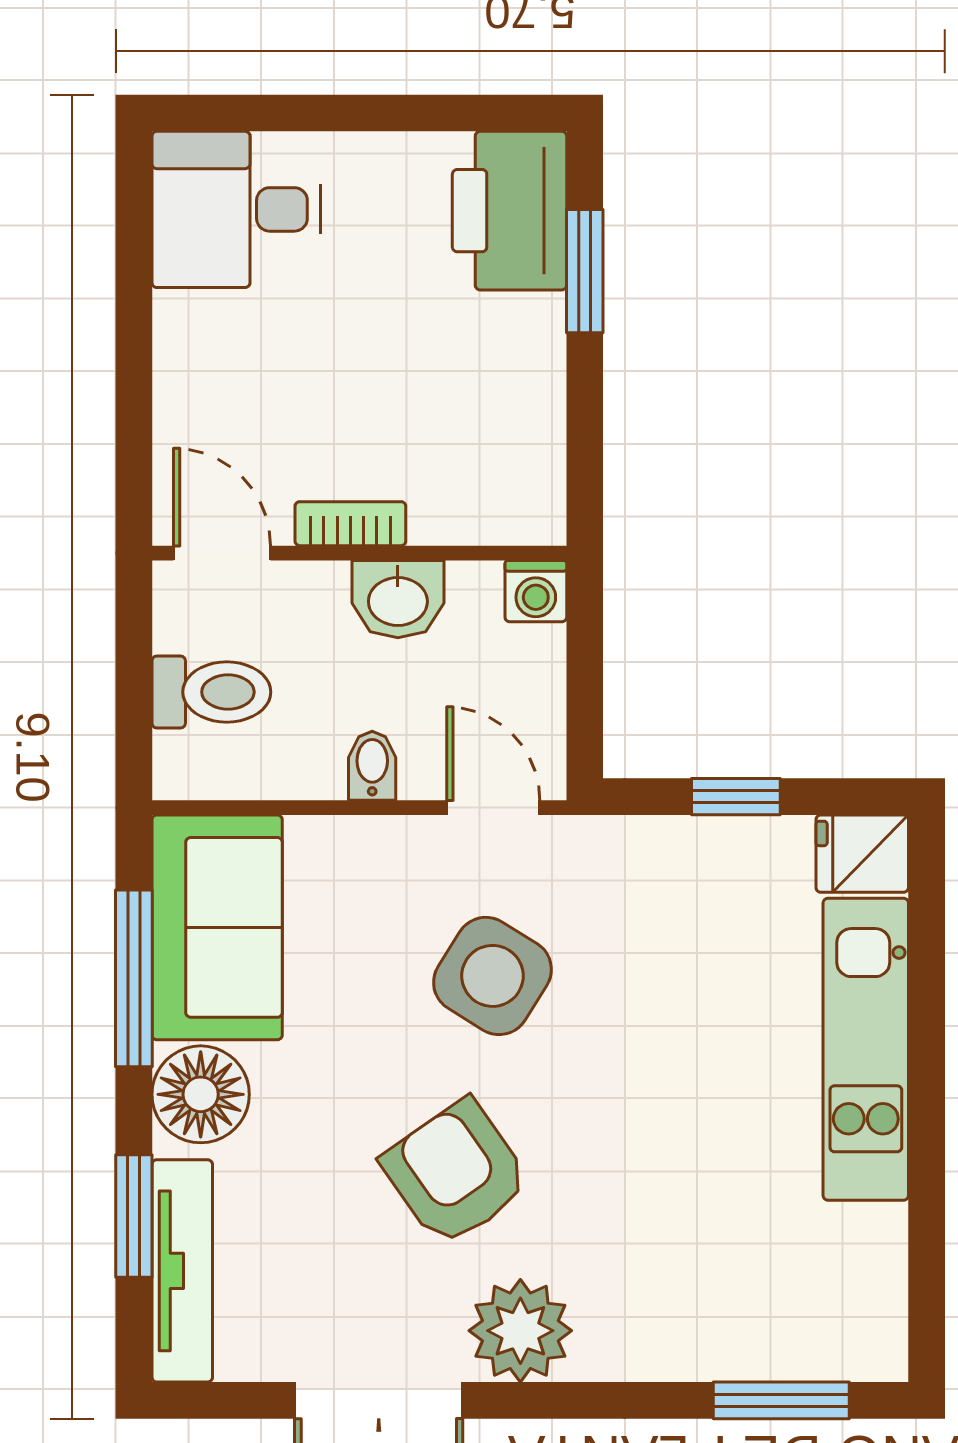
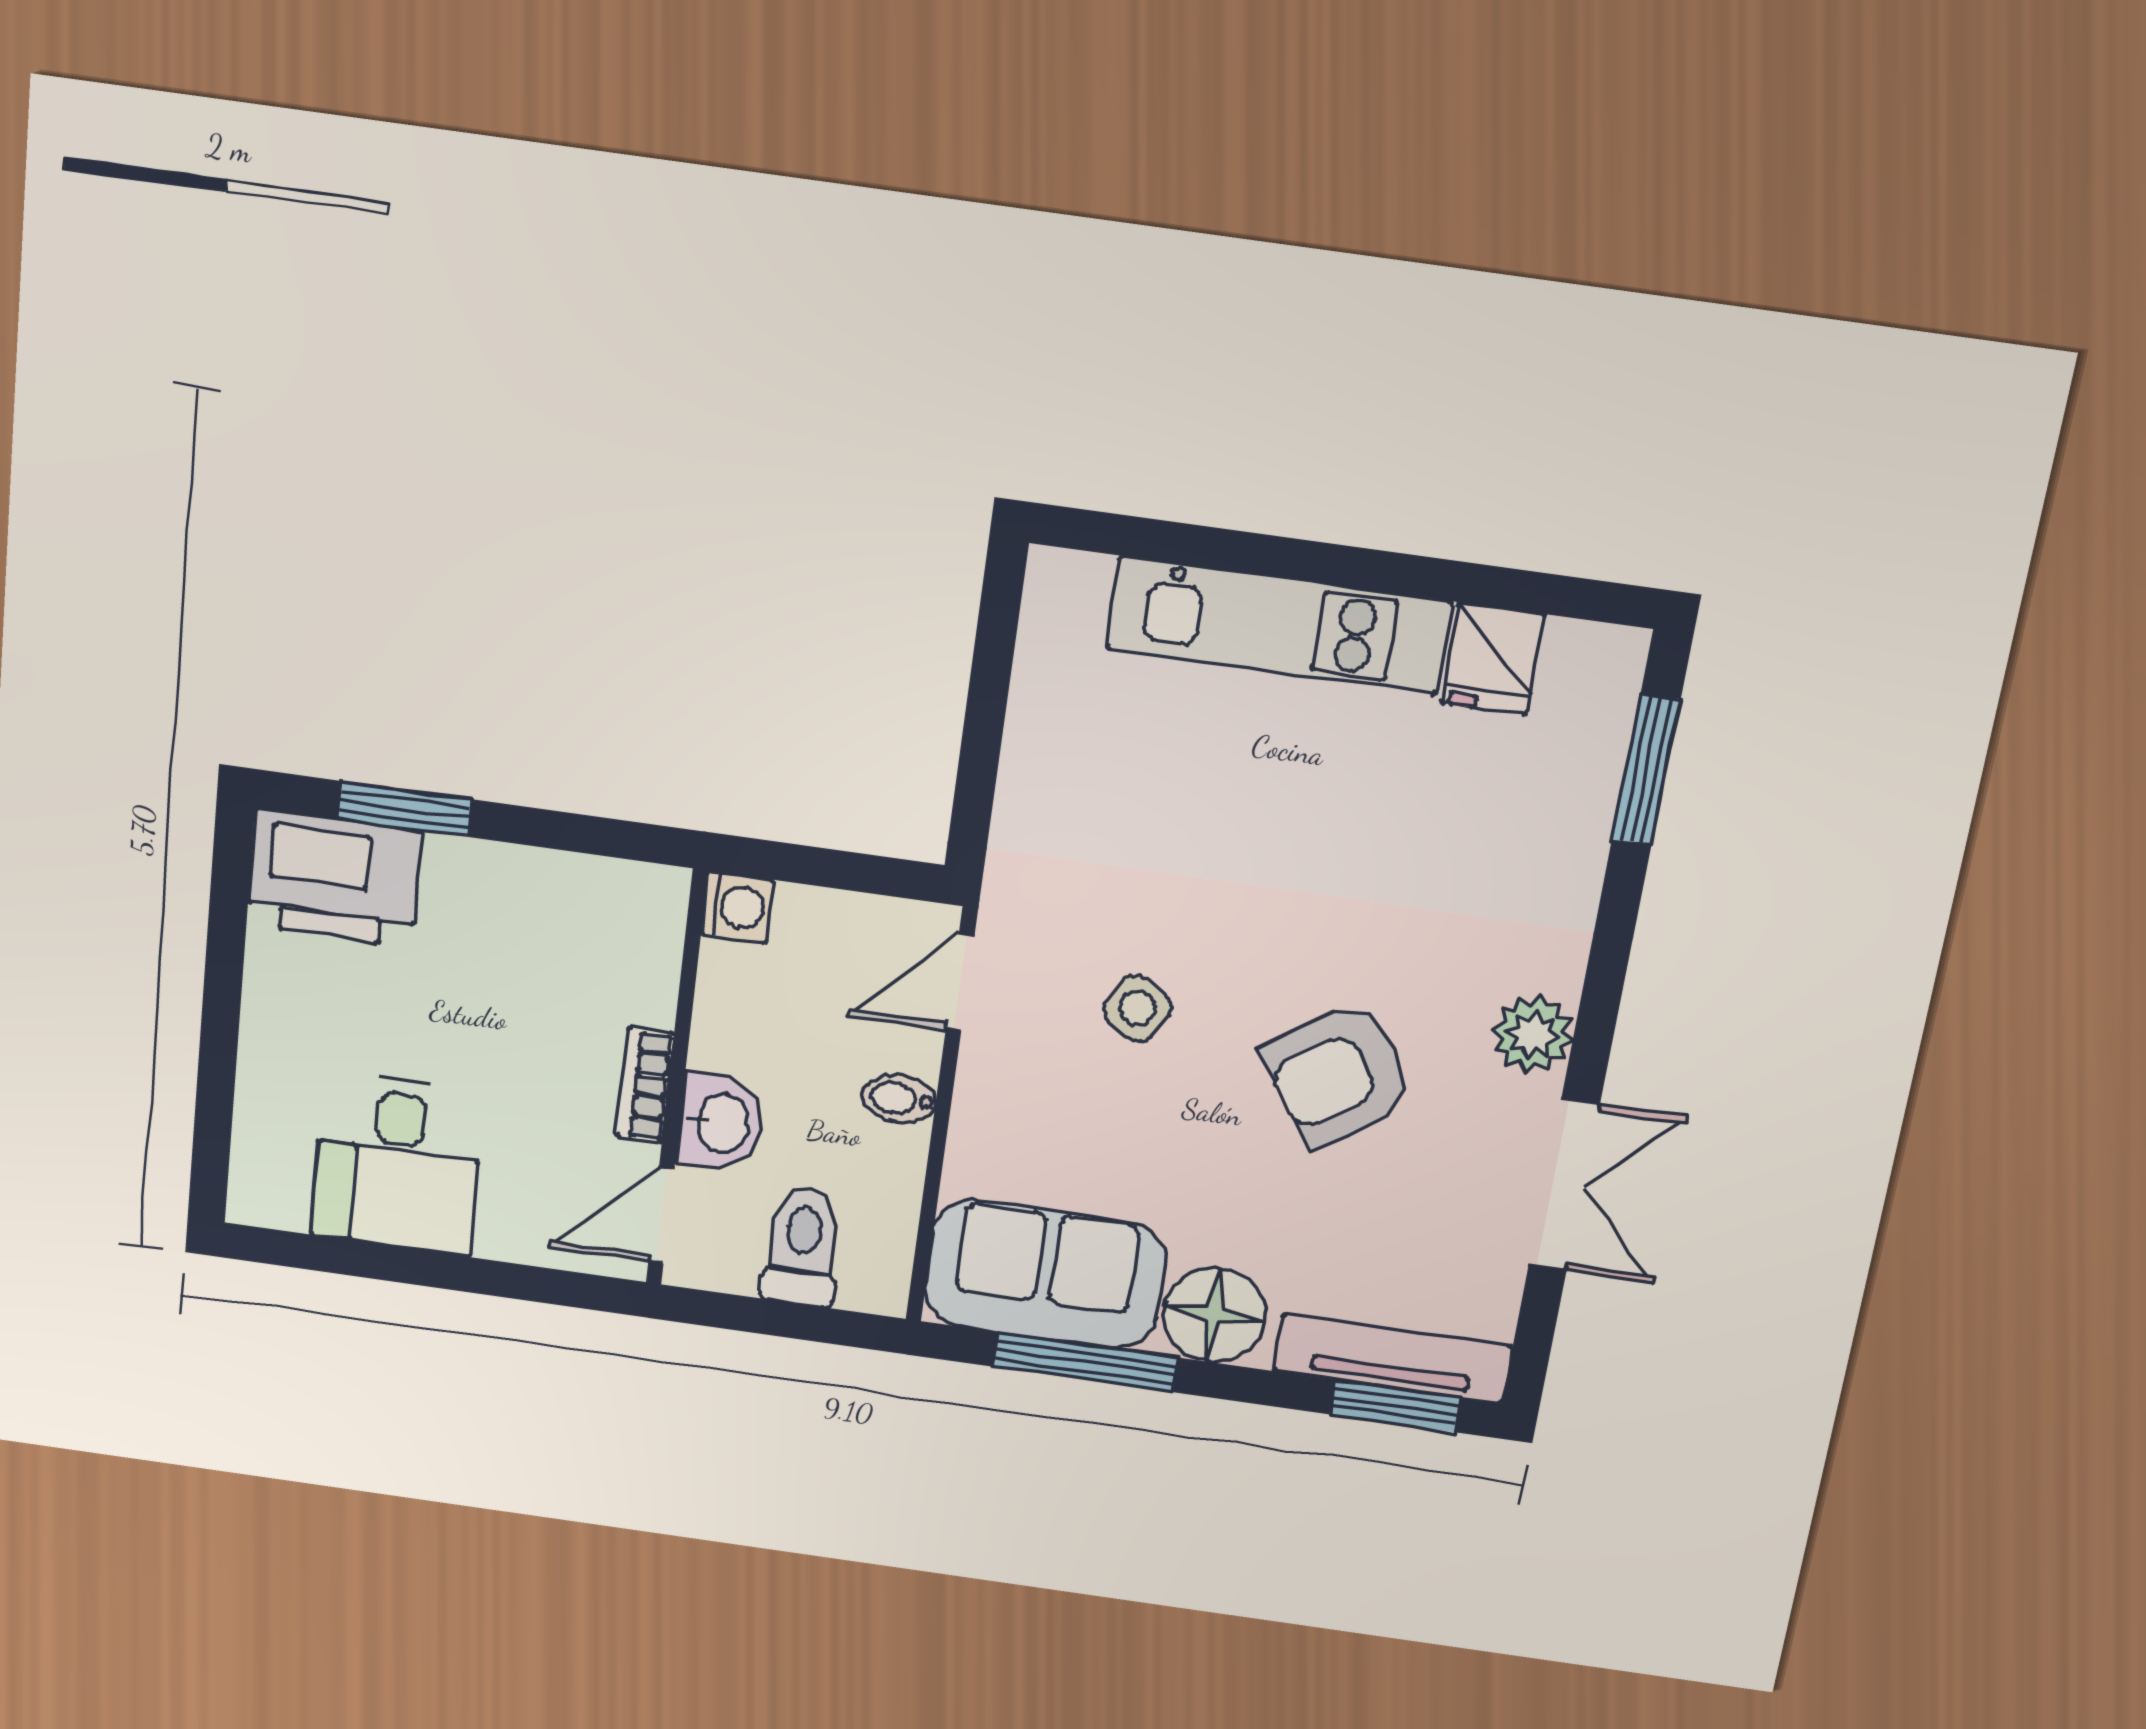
desk: (236, 209) -> (398, 1164), moved
washbasin: (398, 599) -> (720, 1123), moved
window: (736, 797) -> (983, 728), removed
fridge: (862, 854) -> (1493, 659), moved
side table: (492, 976) -> (1137, 1008), width x0.54, depth x0.54
window: (134, 1216) -> (1395, 1406), moved
plant: (520, 1331) -> (1533, 1035), width x0.73, depth x0.73

